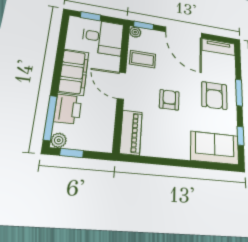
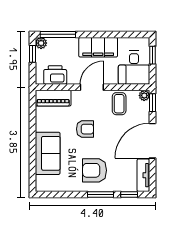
printer: (68, 109) -> (55, 75), moved, turned 180
window: (241, 136) -> (129, 194), moved
sofa: (215, 148) -> (48, 153), moved

